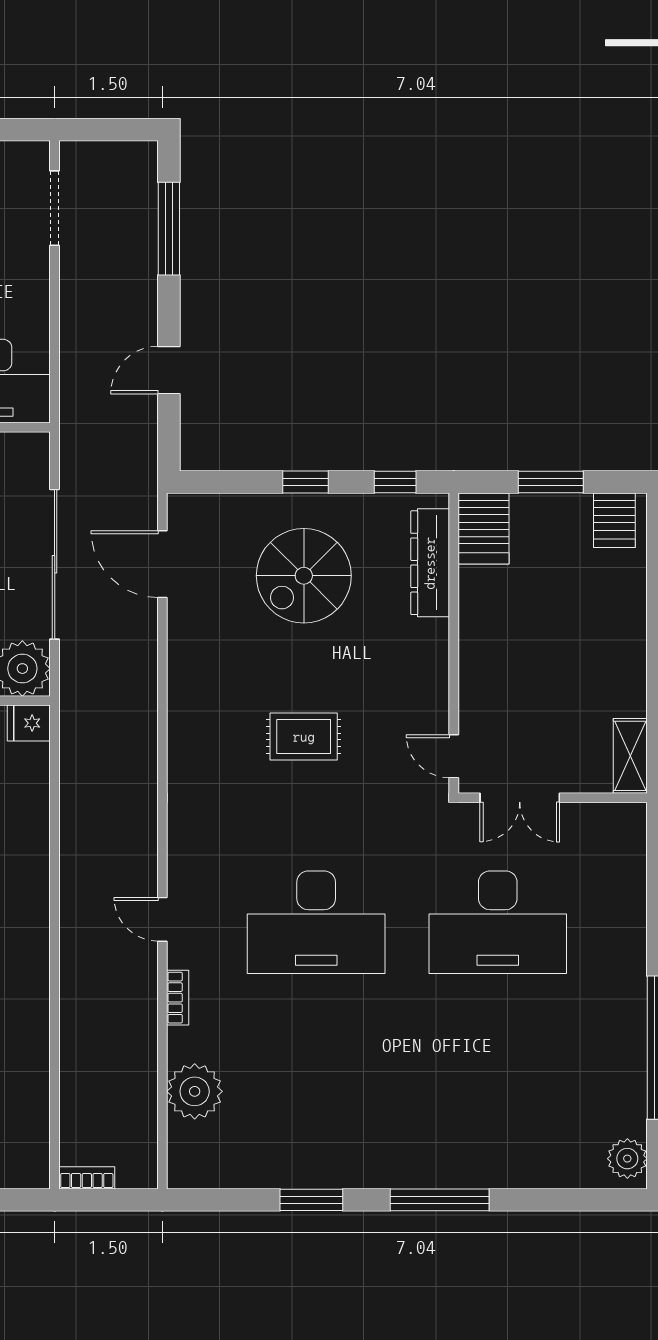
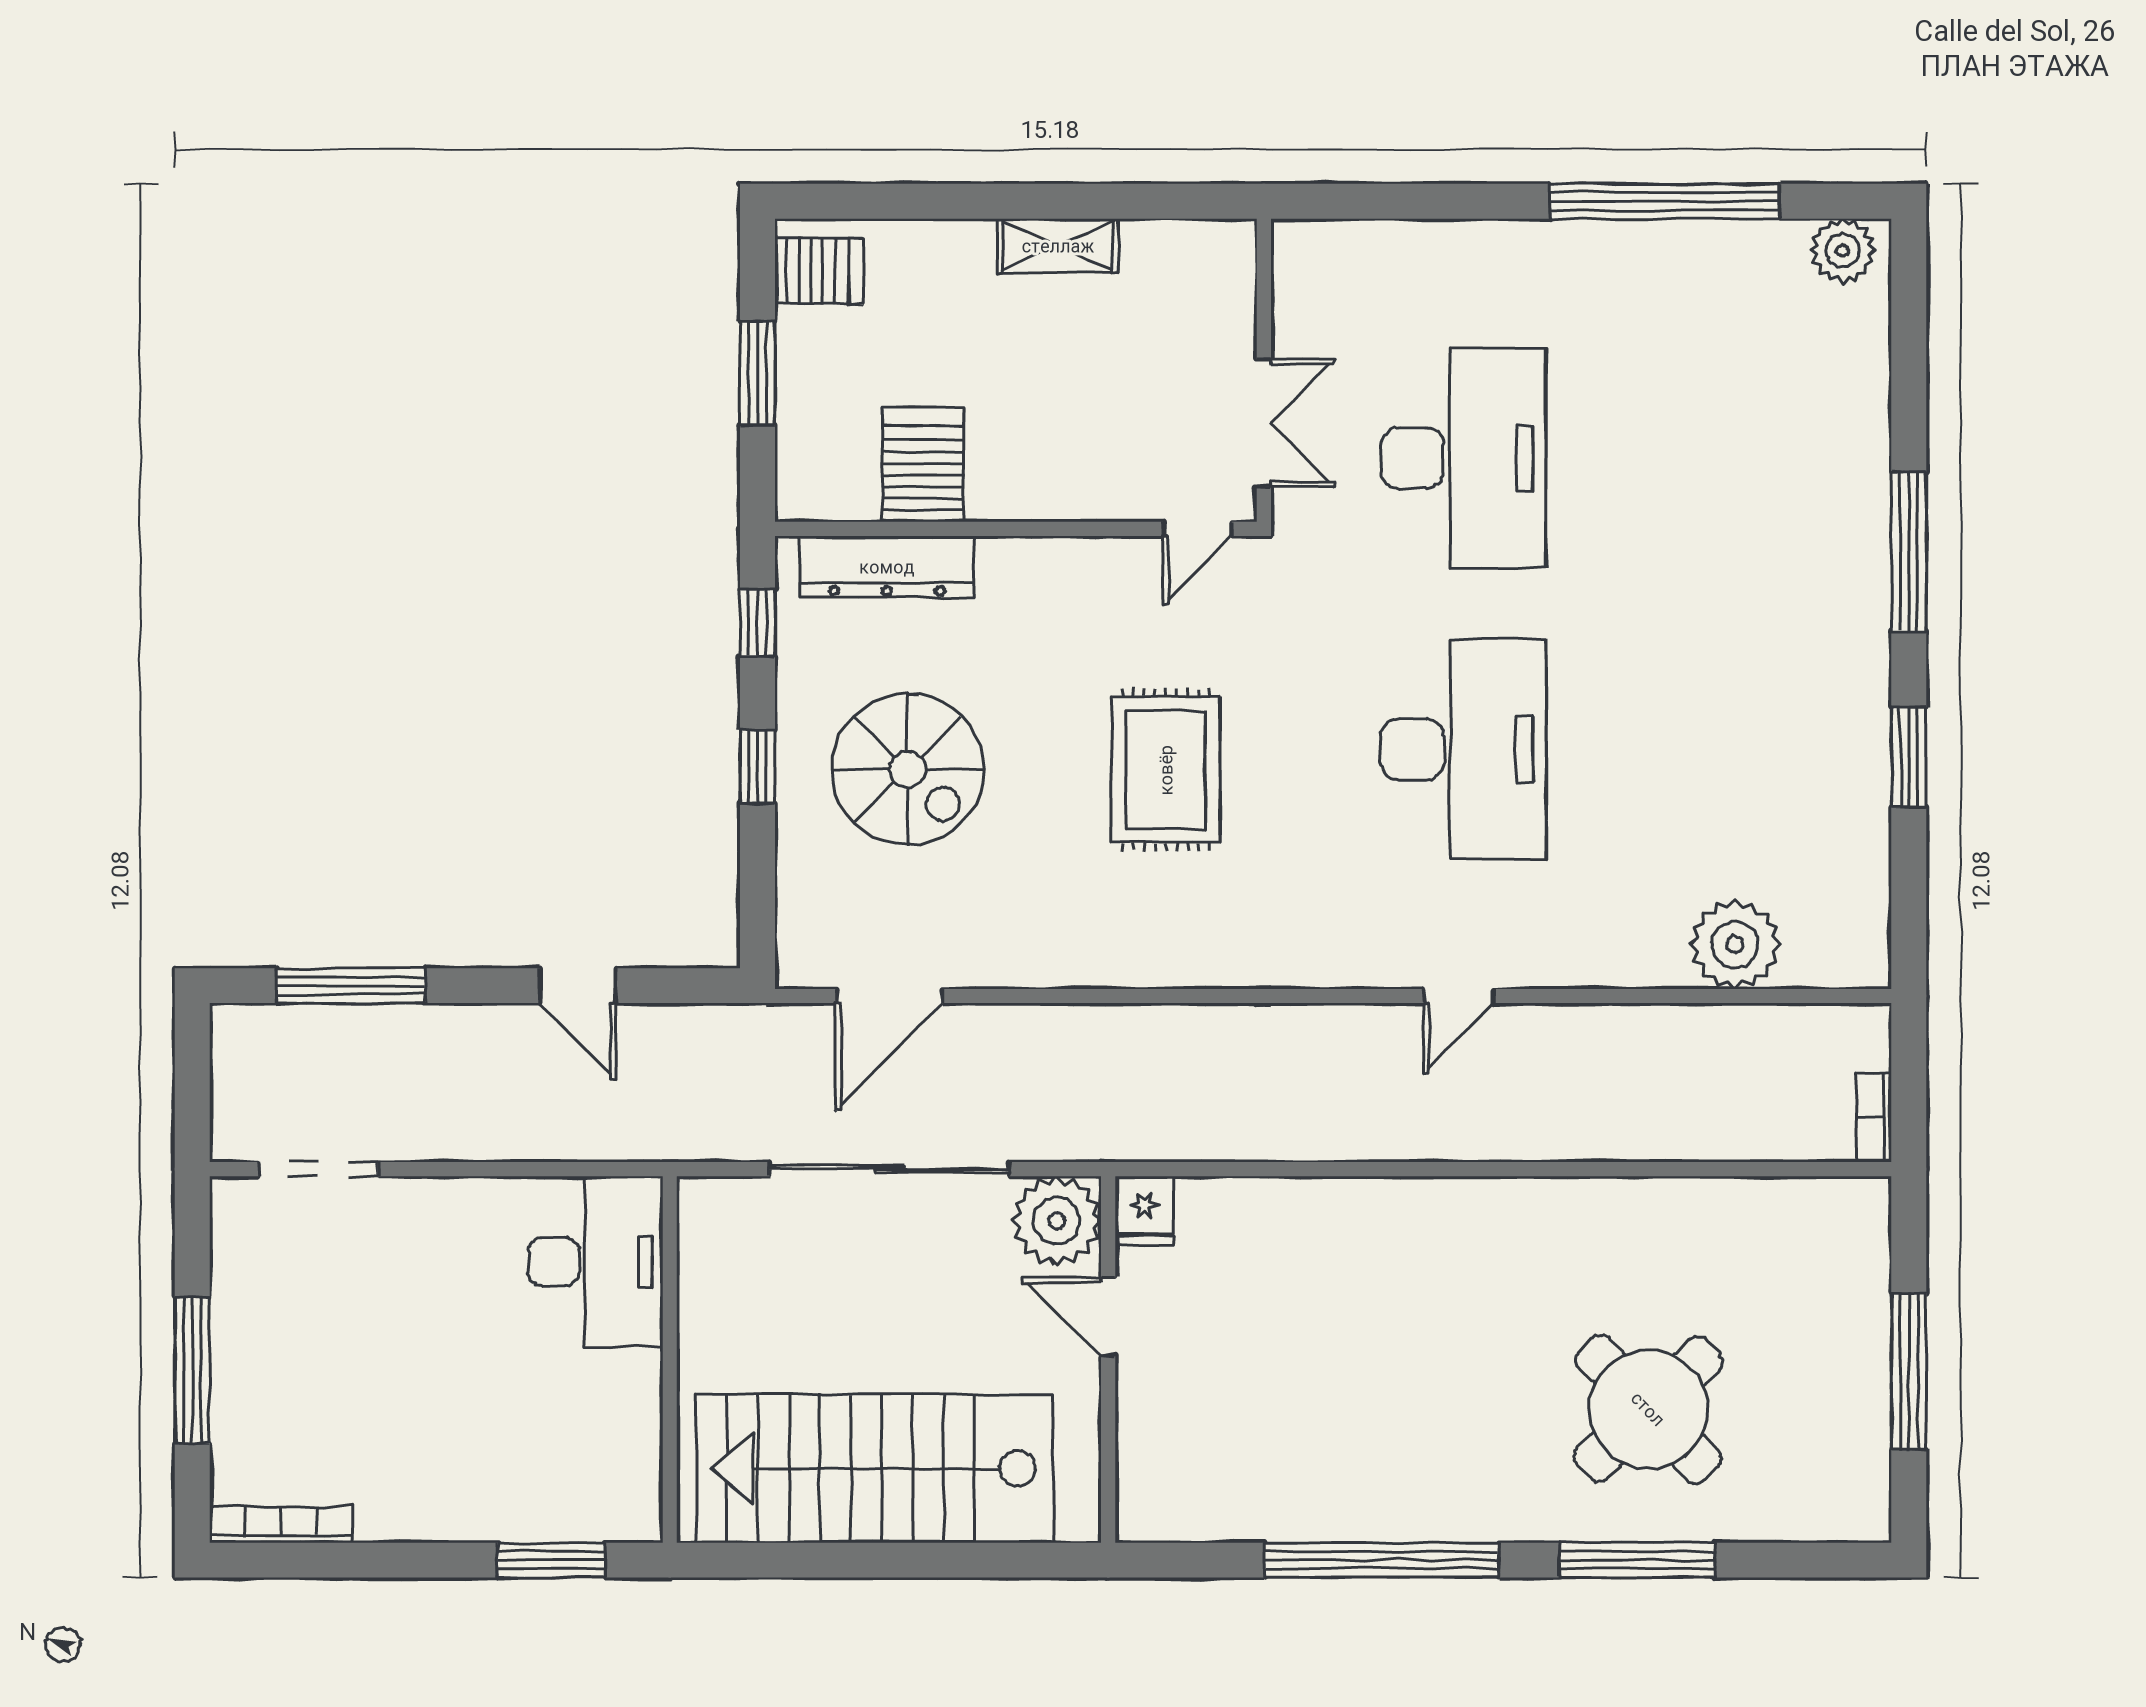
server rack: (483, 528) -> (923, 465), moved, turned -90
rug: (304, 737) -> (1166, 770), width x1.36, depth x1.43
shelving: (630, 756) -> (1058, 246), moved
bookcase: (178, 998) -> (1584, 972), removed

